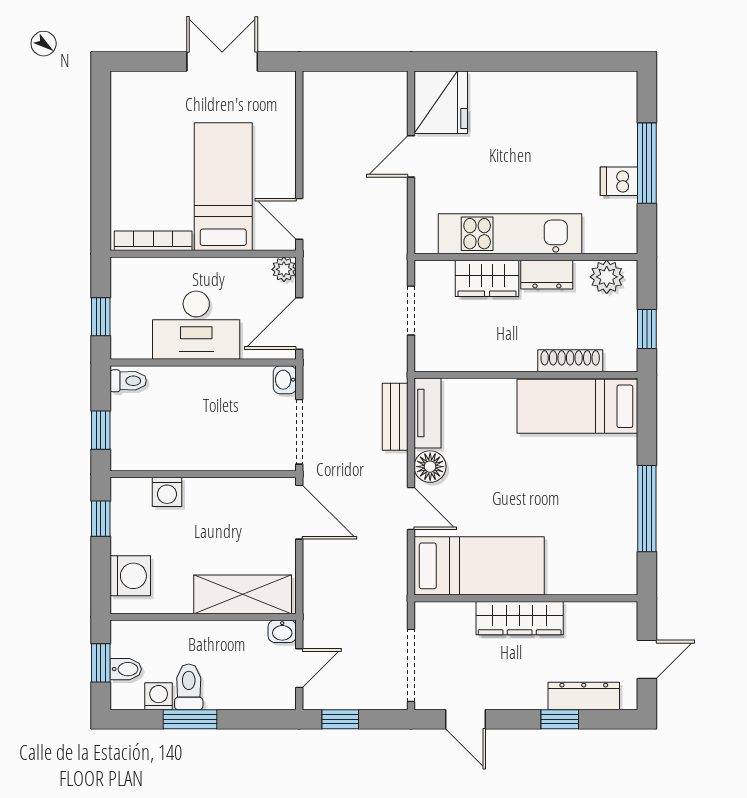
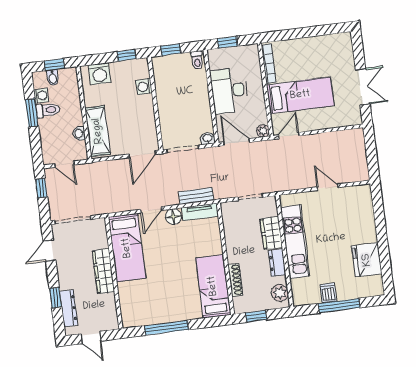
fridge: (441, 102) -> (367, 260), moved, turned 90
washbasin: (282, 631) -> (79, 133), moved

